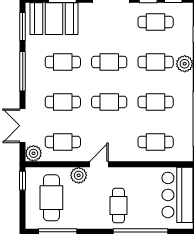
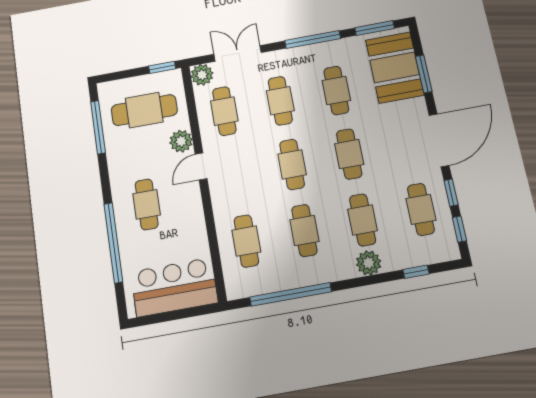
door: (99, 164) -> (201, 166), swing flipped
cafe table: (118, 206) -> (147, 204), turned 90

